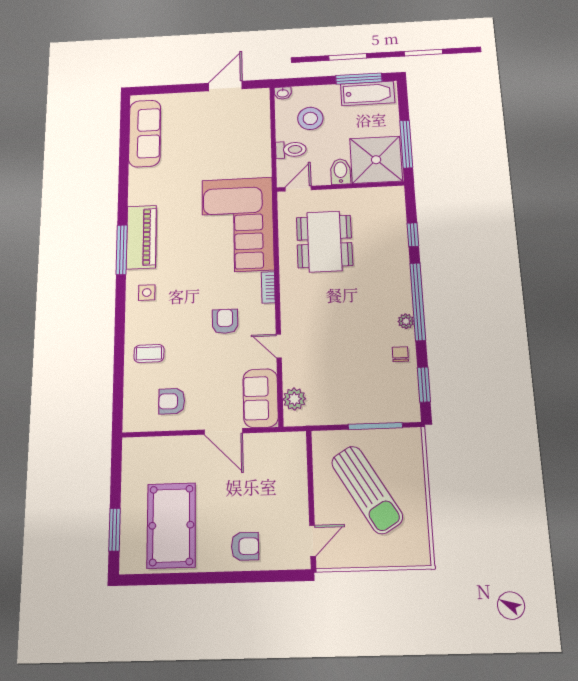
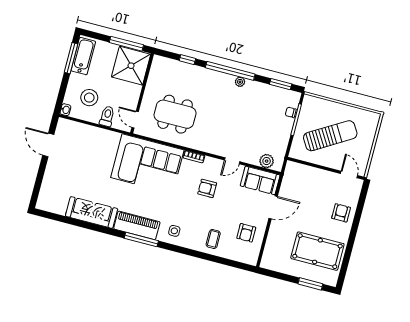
sofa: (145, 133) -> (92, 212), moved
bidet: (341, 172) -> (132, 90), removed
chair: (400, 354) -> (291, 112), moved

